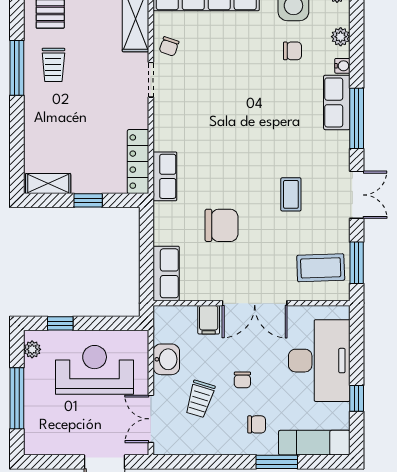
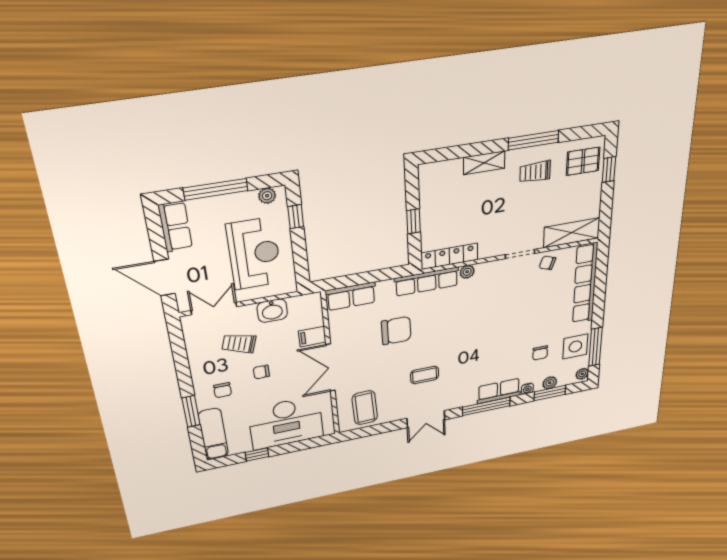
plant: (162, 141) -> (467, 272), added
row of seats: (165, 176) -> (427, 282), width x1.48
shelving: (48, 184) -> (484, 163), moved, turned 90
chair: (222, 225) -> (396, 331), turned -90
window: (357, 263) -> (550, 393), moved
row of seats: (50, 443) -> (175, 227), added

